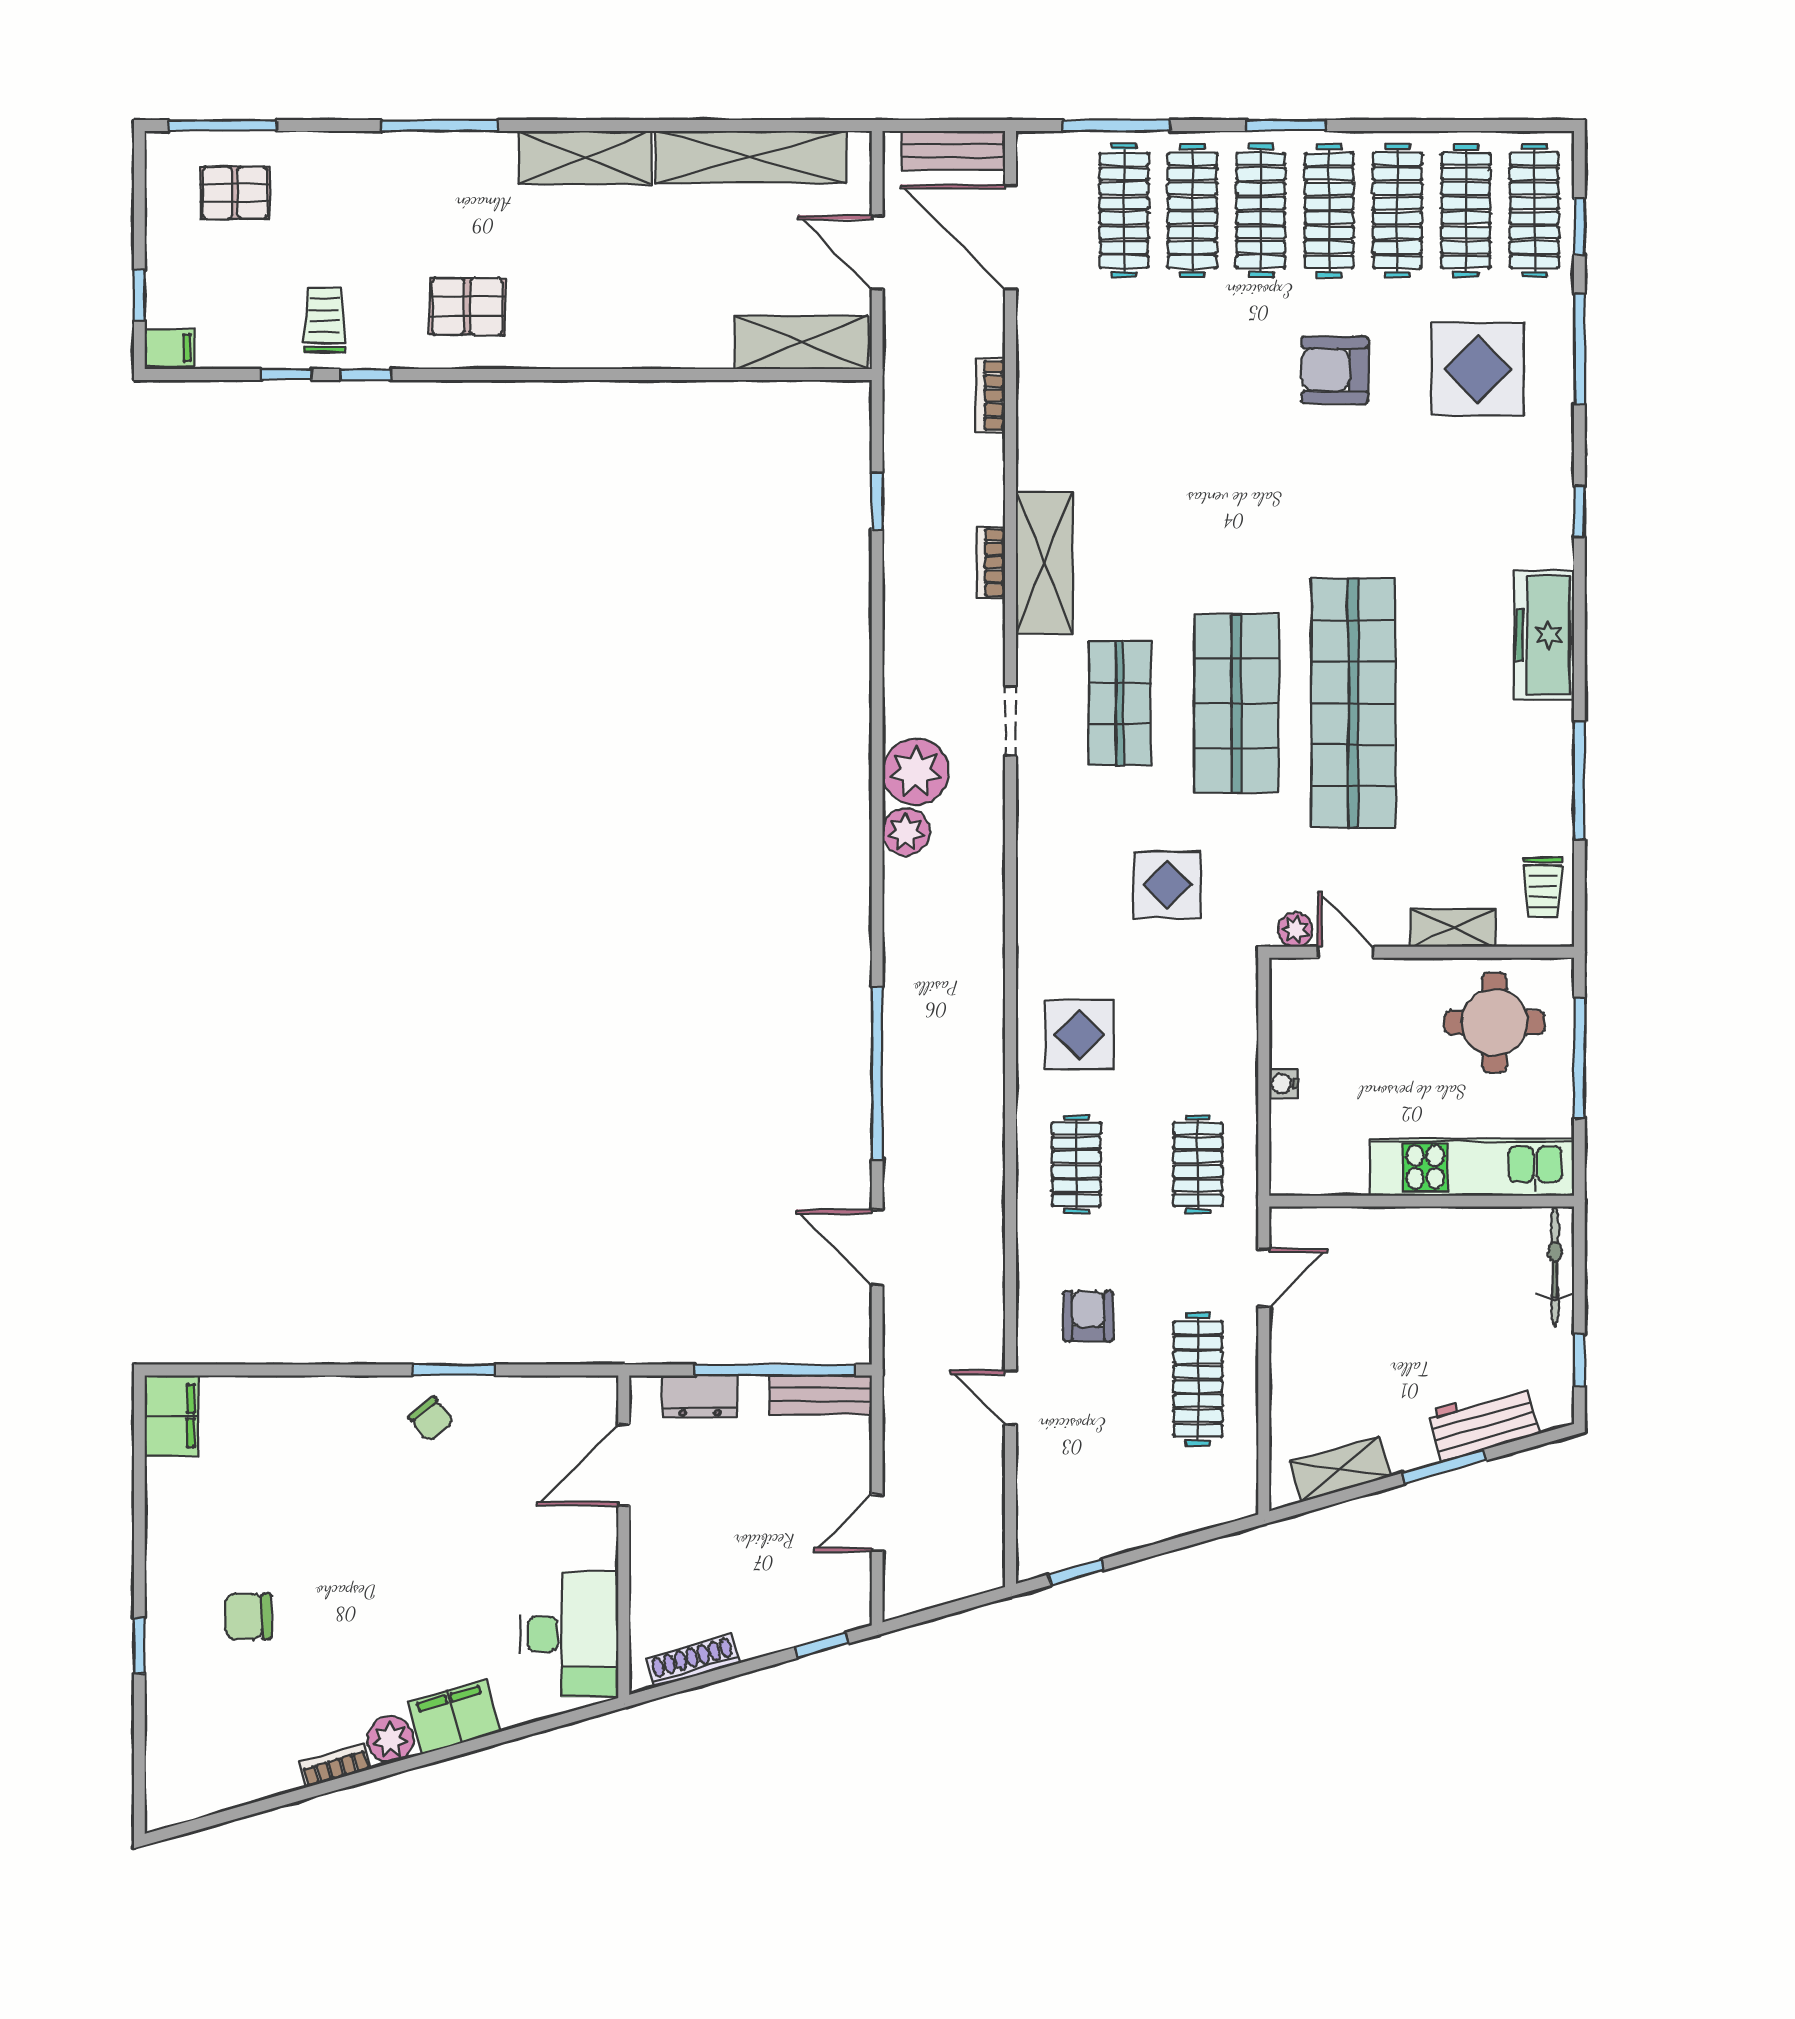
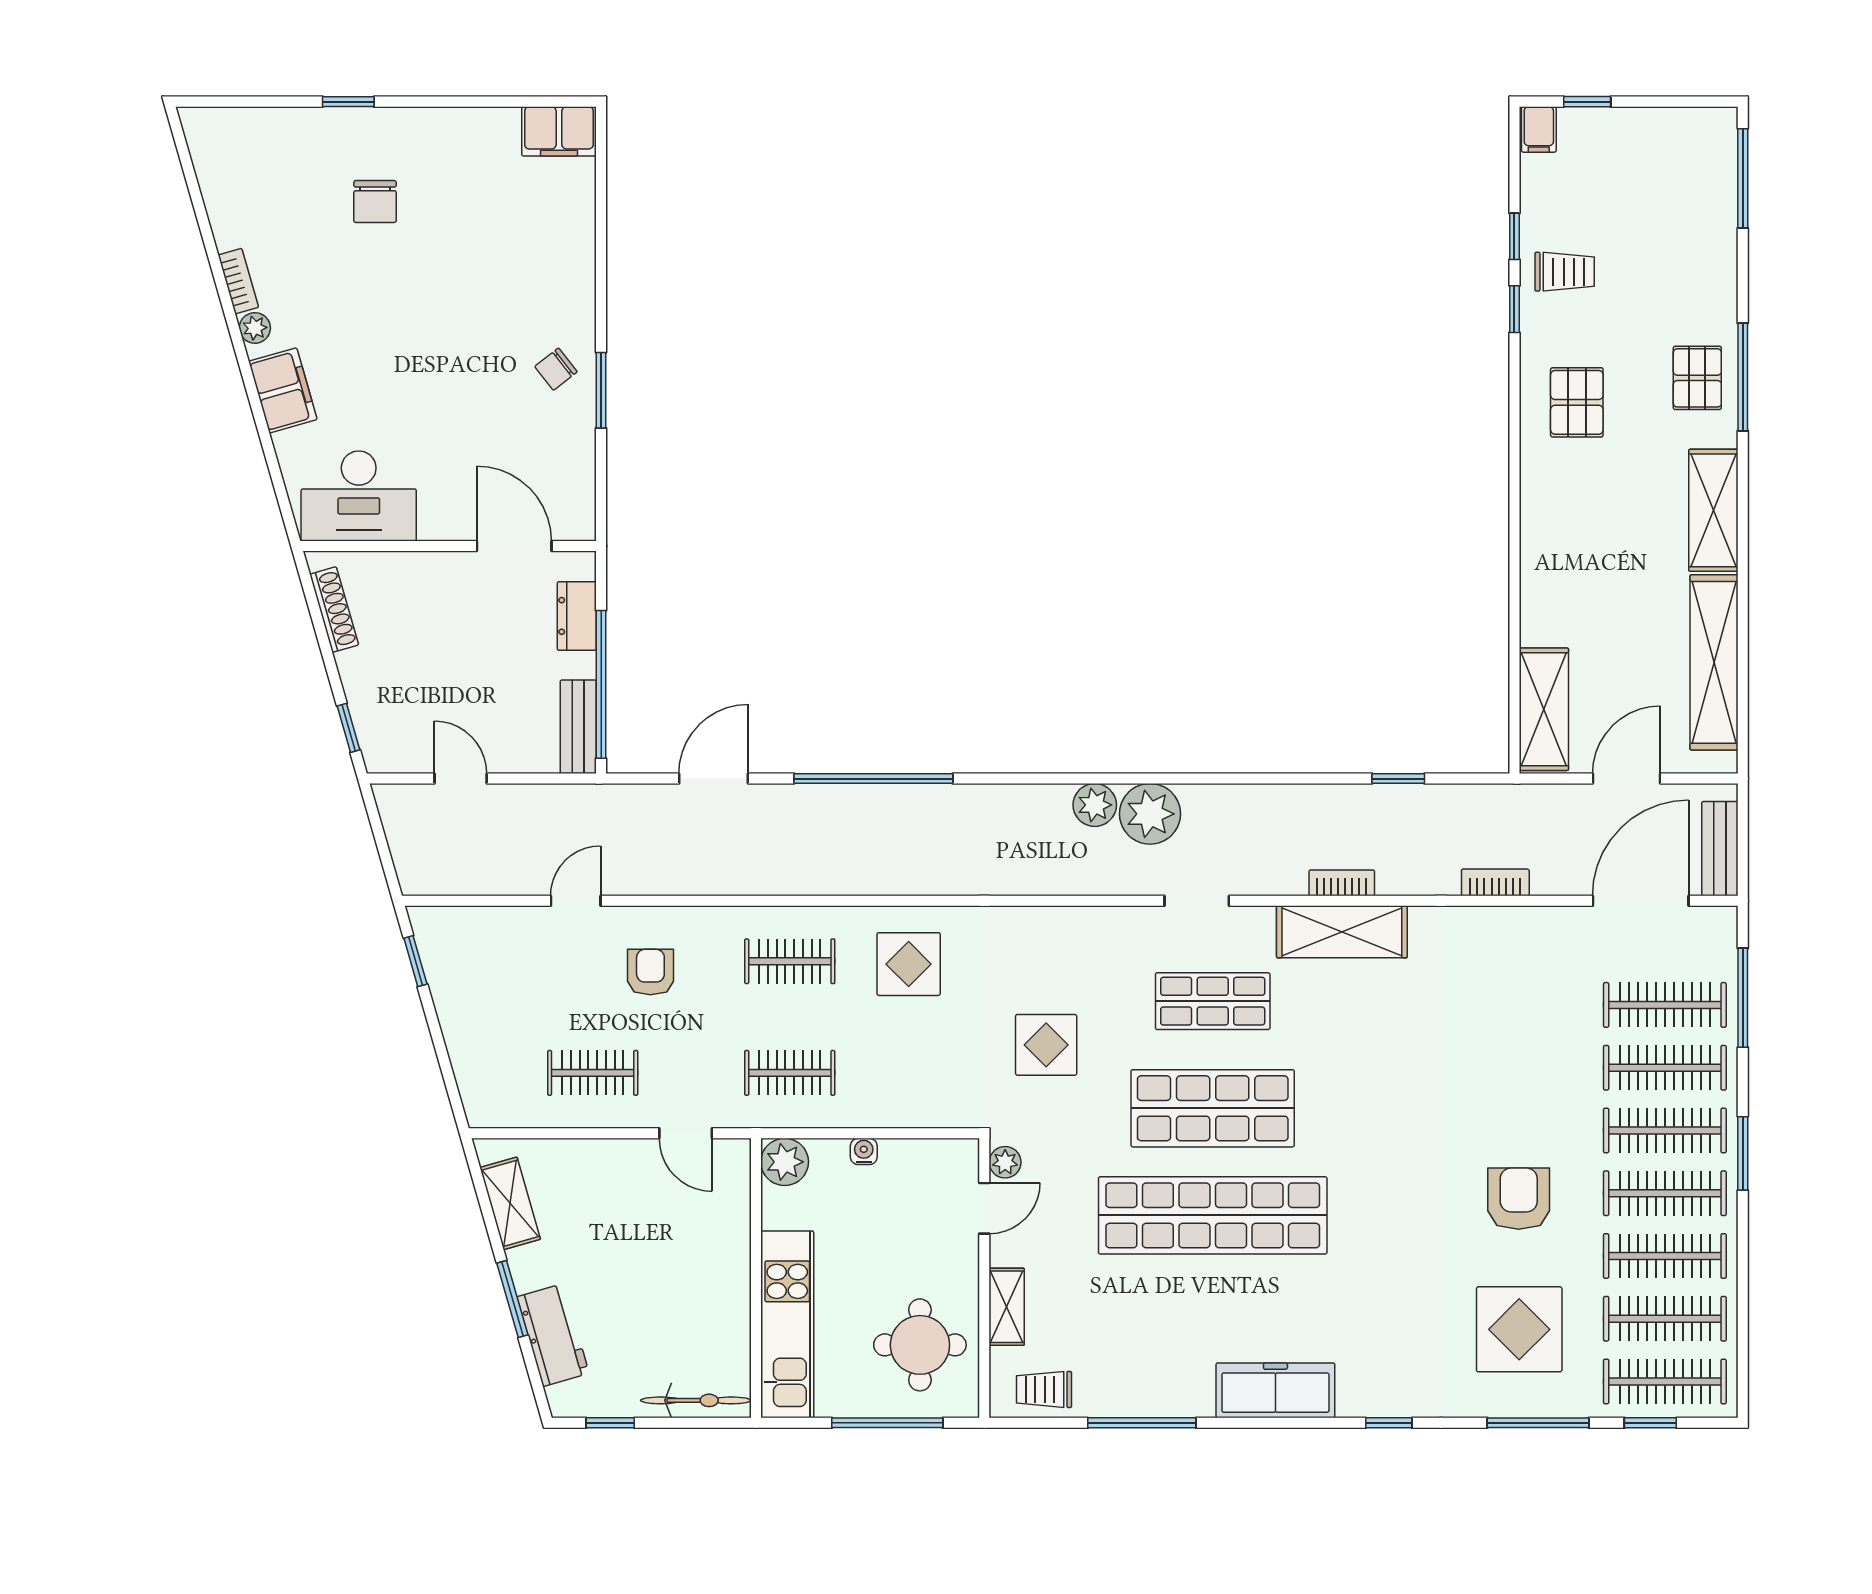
pallet: (235, 193) -> (1697, 378), moved
plant: (1295, 1170) -> (785, 1162), added
armchair: (1088, 1316) -> (650, 972), turned -90
clothes rail: (1198, 1379) -> (593, 1073), width x0.73
chair: (248, 1616) -> (375, 202), turned 180
plant: (390, 1739) -> (255, 328), width x0.73, depth x0.73

